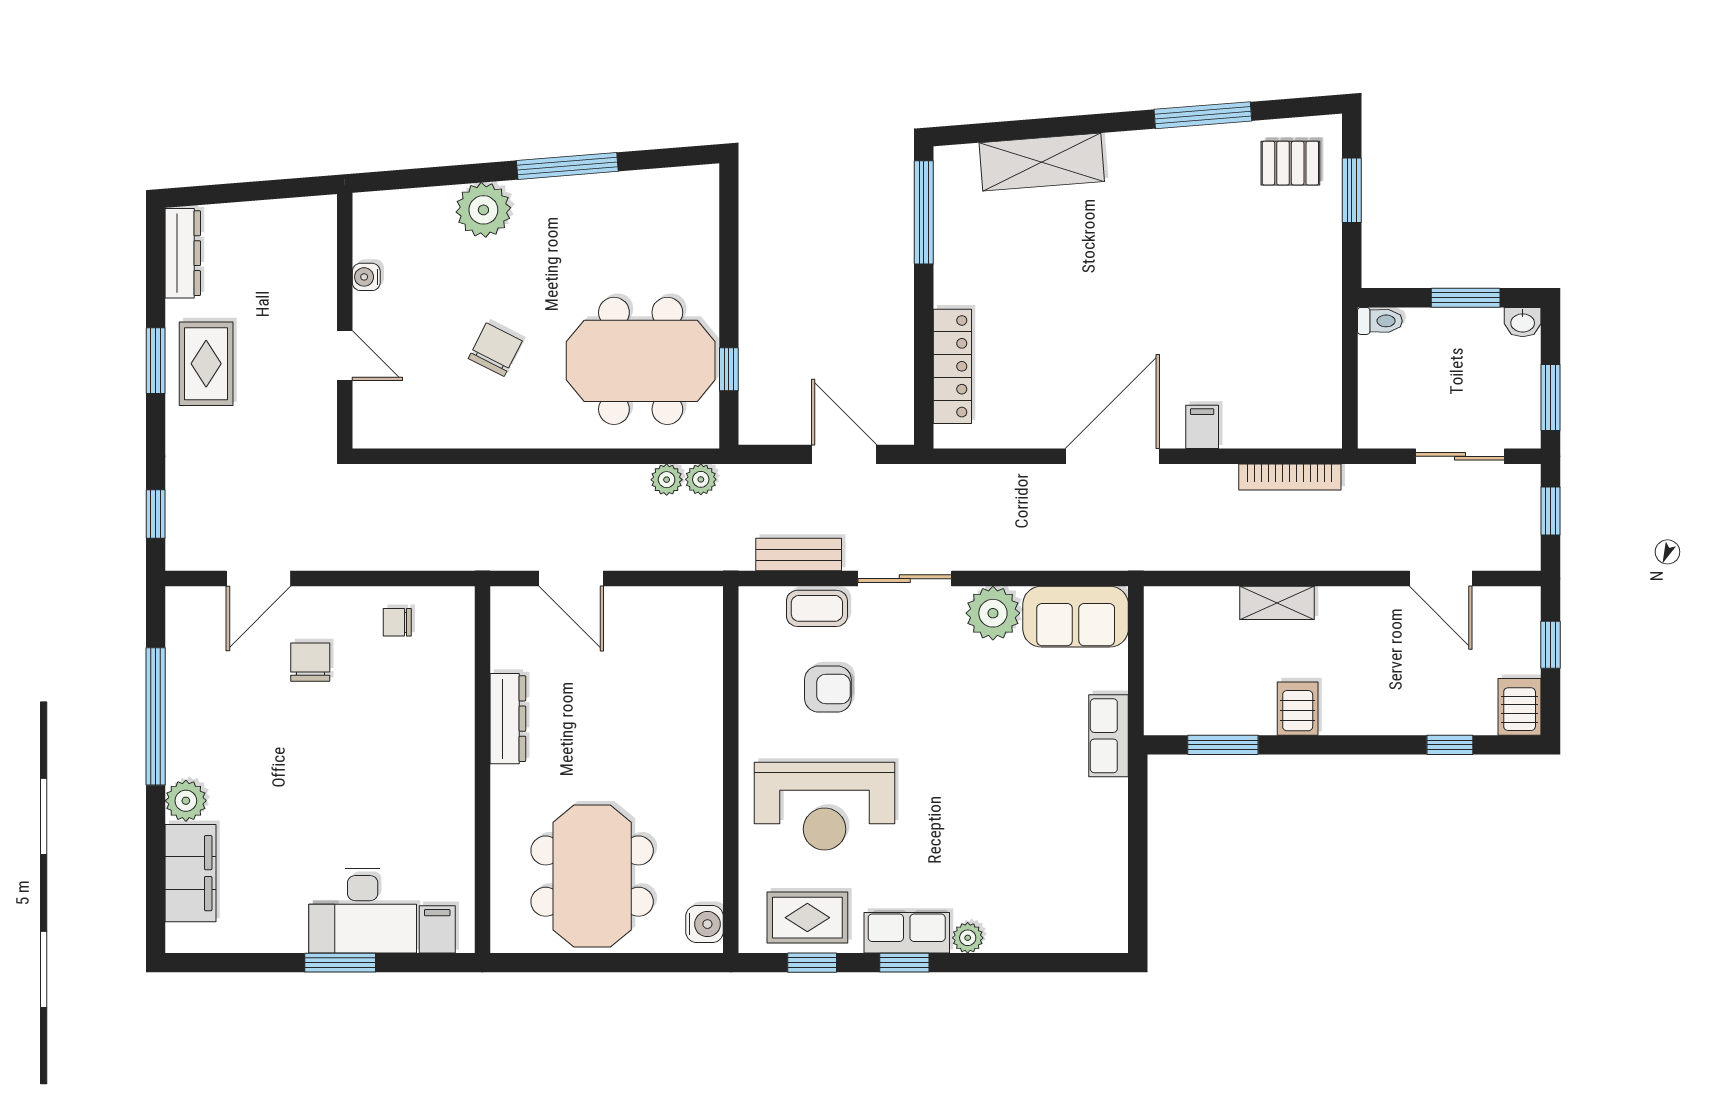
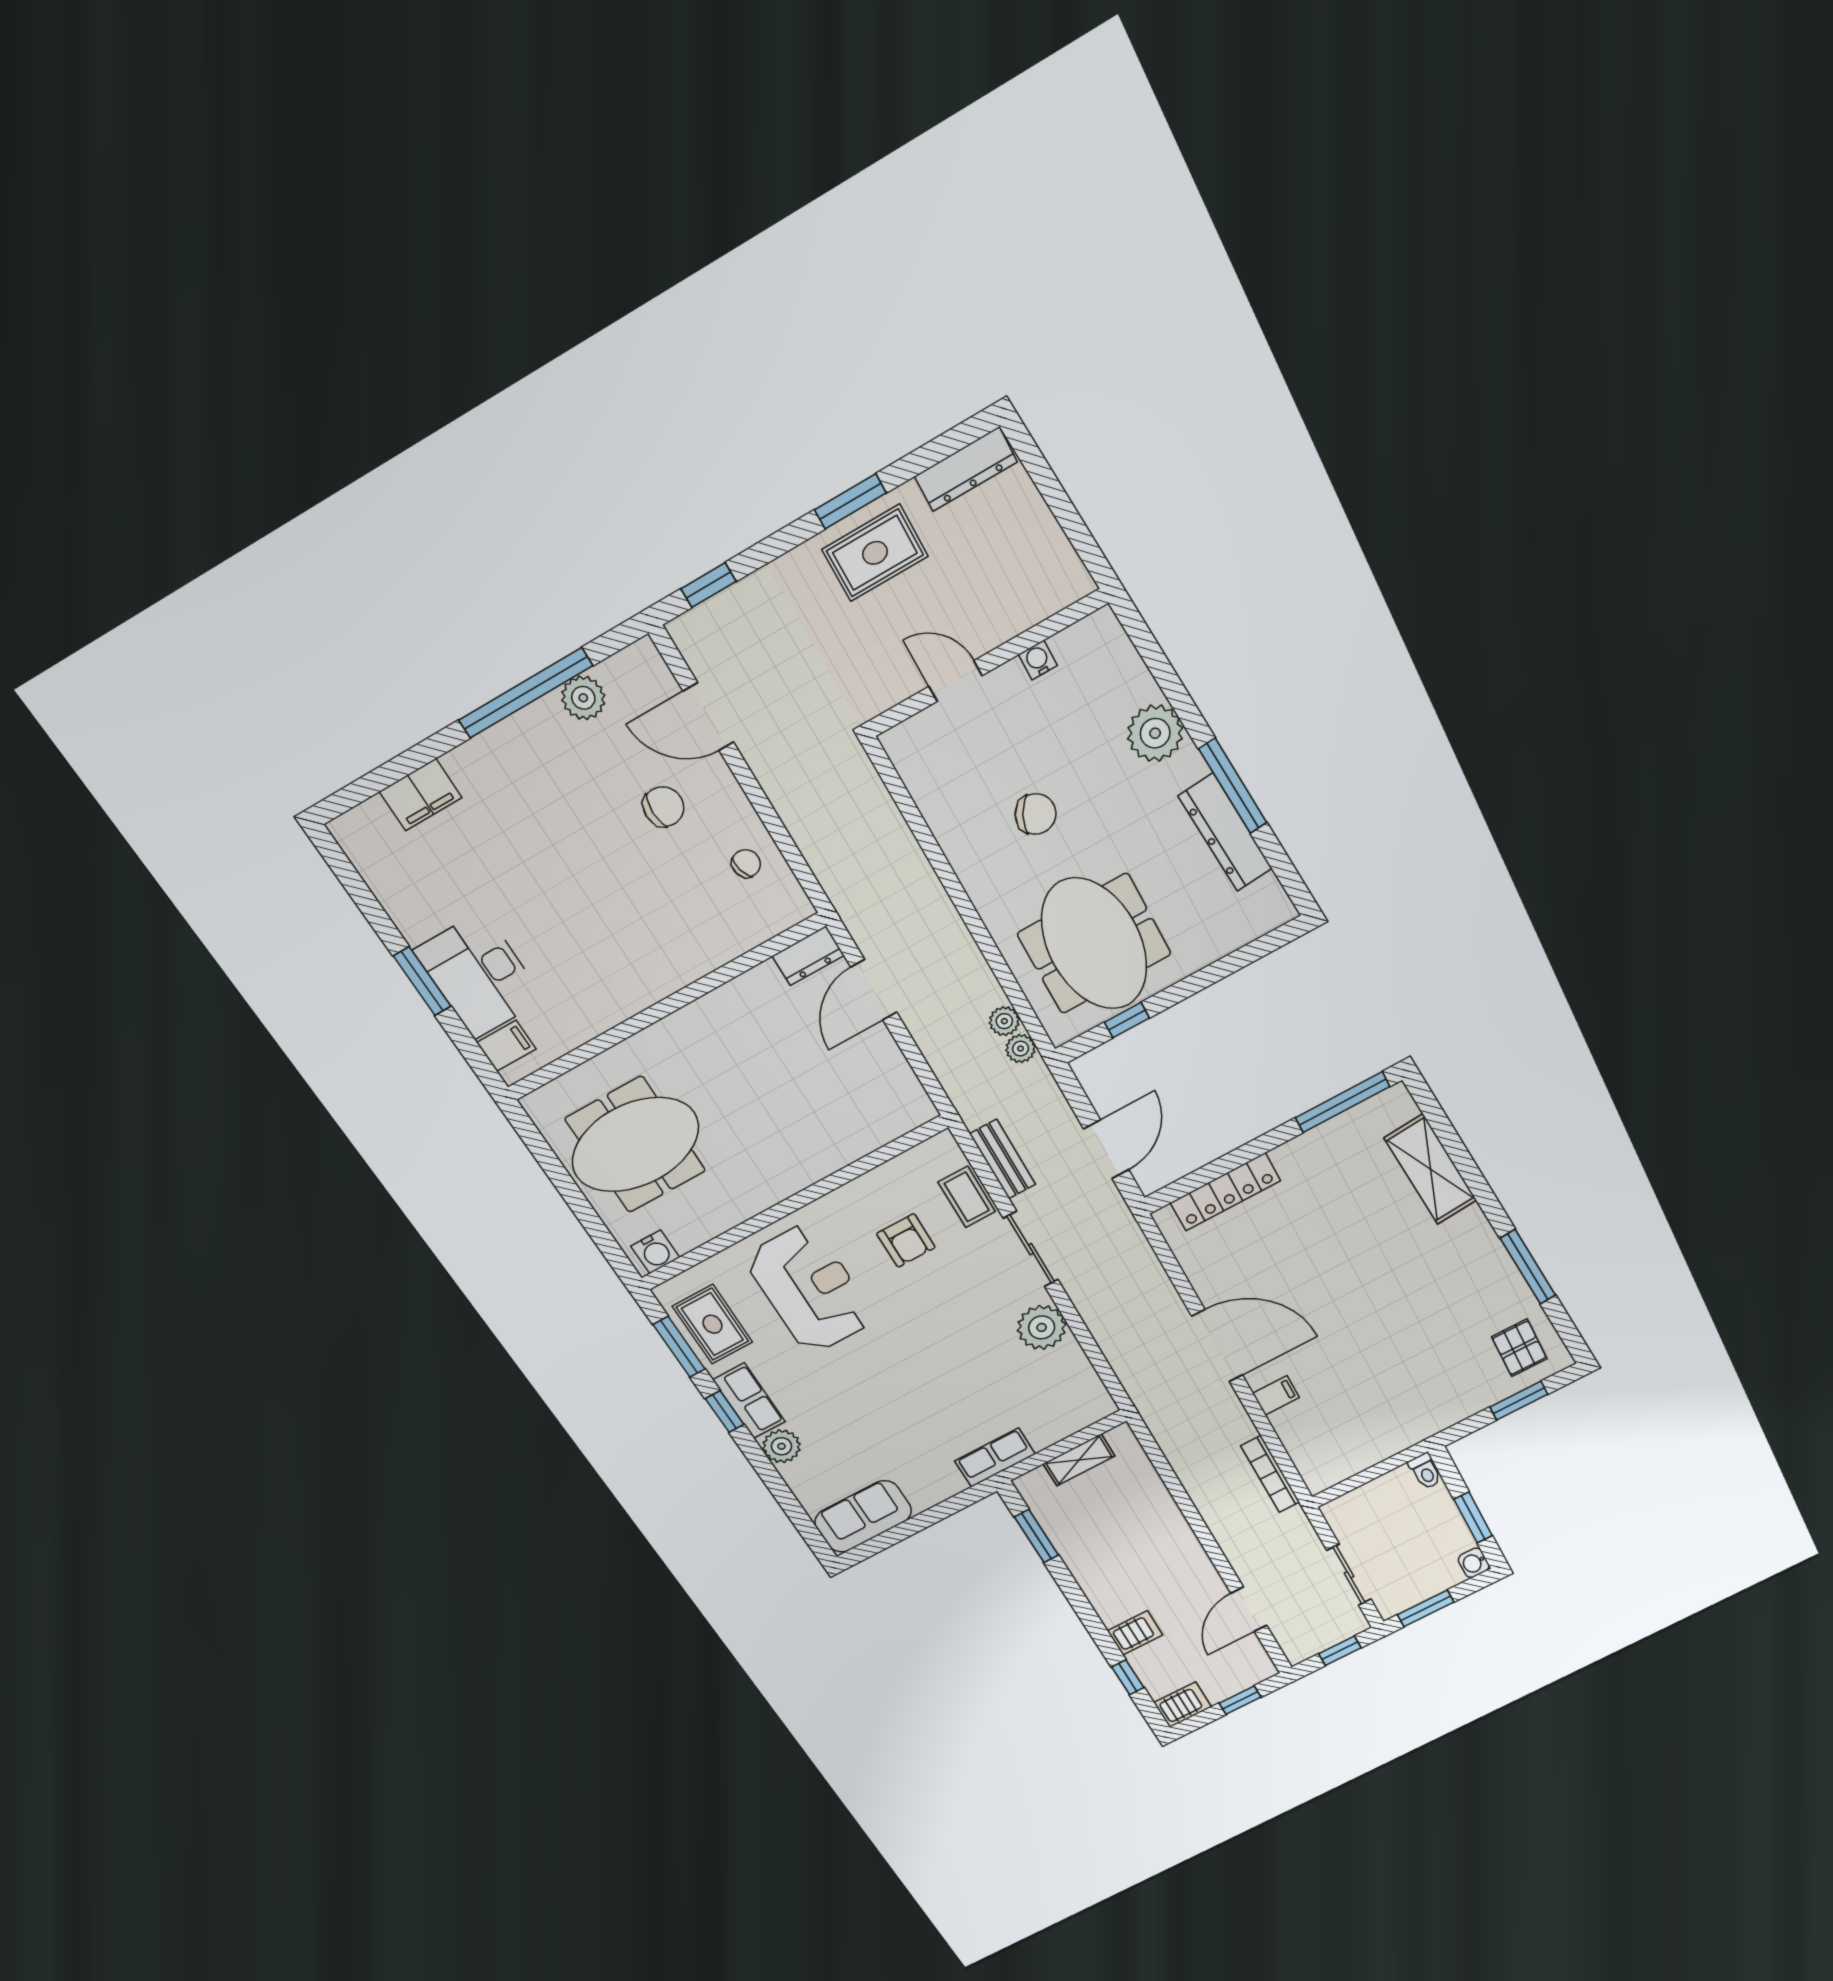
dresser: (605, 193) -> (1225, 833), added
door: (345, 356) -> (956, 681), swing flipped
shelving: (1277, 603) -> (1079, 1460), moved, turned 90
sofa: (1076, 617) -> (863, 1516), moved, turned 90
chair: (397, 622) -> (746, 864), turned 74
server rack: (1298, 709) -> (1135, 1633), moved
dresser: (508, 719) -> (808, 956), moved, width x0.70
plant: (186, 801) -> (583, 698), moved
reception desk: (825, 806) -> (810, 1289), turned 180
filing cabinet: (191, 873) -> (421, 795), width x0.67, depth x0.86
plant: (968, 938) -> (781, 1446), width x1.38, depth x1.38
window: (812, 963) -> (679, 1347), width x1.50

